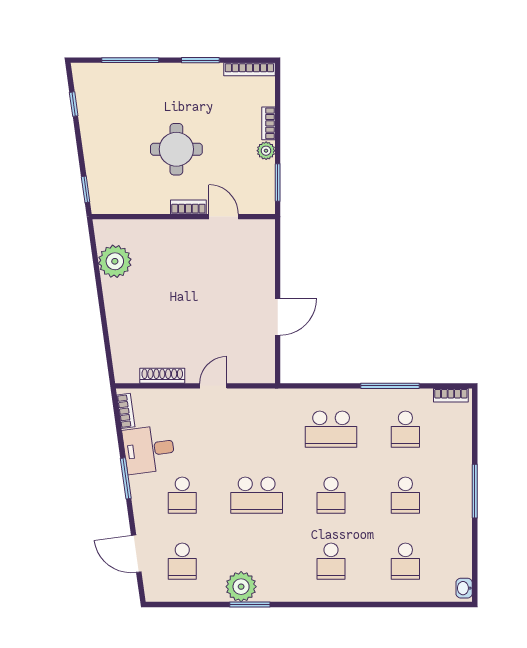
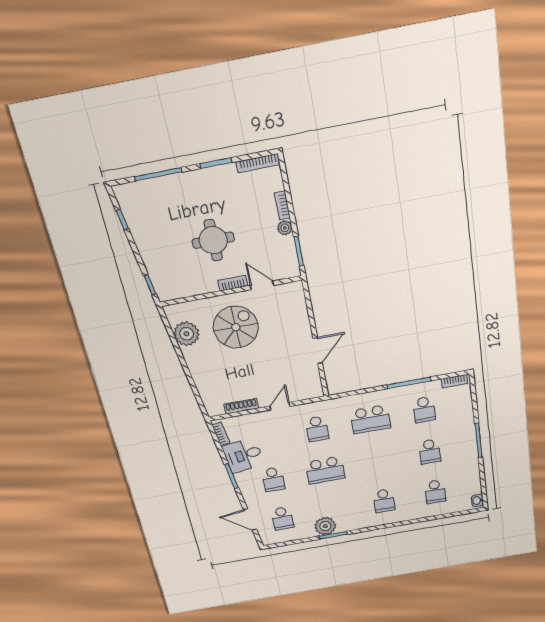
spiral stairs: (179, 265) -> (236, 327), added
school desk: (331, 495) -> (317, 429), moved

